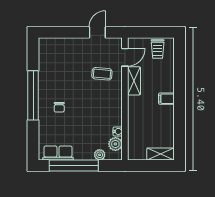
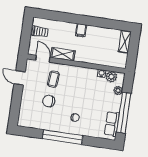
chair: (74, 72) -> (49, 101), added

